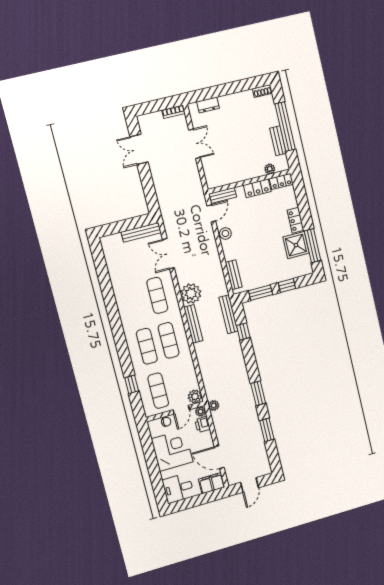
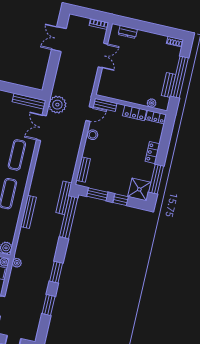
shower: (296, 245) -> (139, 189), moved
plant: (191, 294) -> (57, 105), moved
bench: (193, 324) -> (28, 212), moved
window: (243, 331) -> (69, 217), width x3.17

